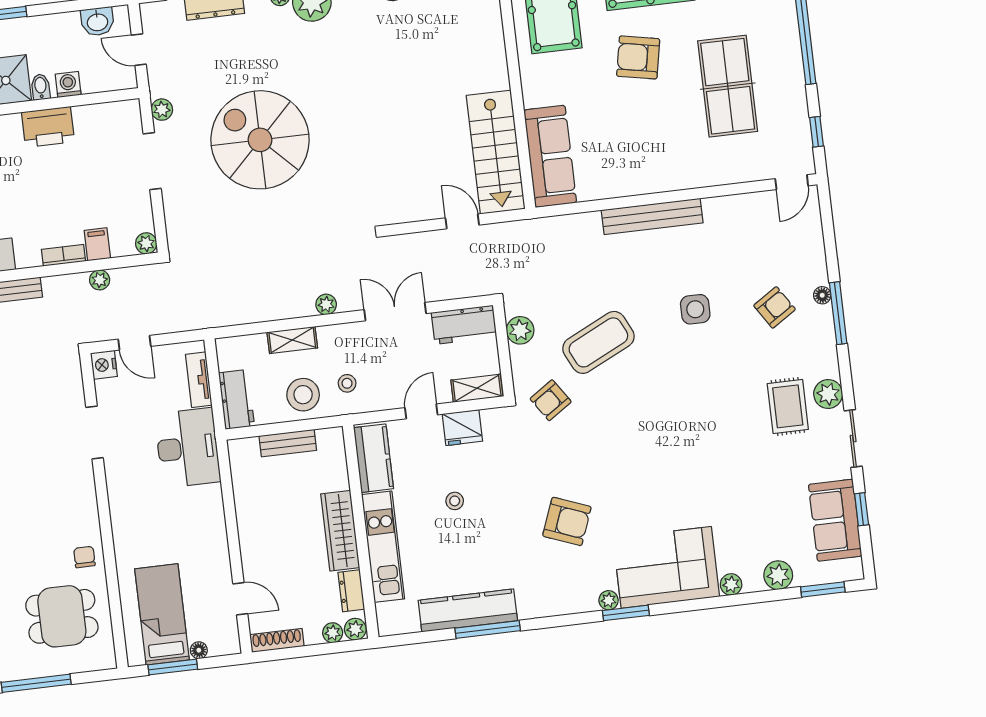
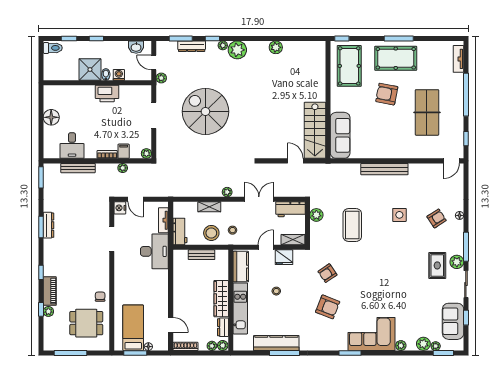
plant: (162, 110) -> (161, 78), moved
window: (838, 313) -> (466, 247), moved
coffee table: (598, 342) -> (352, 225), turned -64
armchair: (551, 400) -> (327, 273), moved
plant: (609, 600) -> (436, 346), moved

